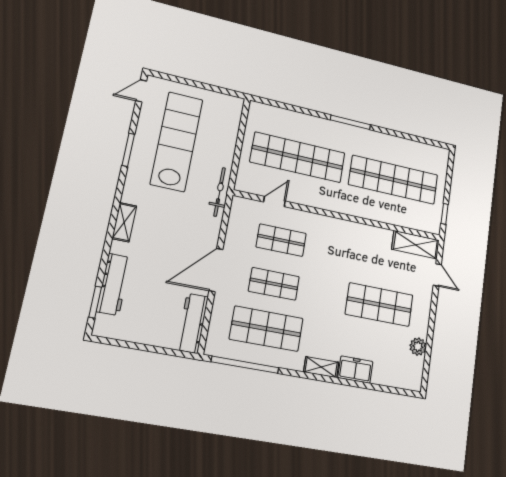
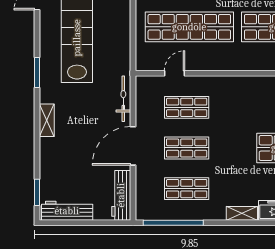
window: (128, 150) -> (37, 73), moved
bicycle: (220, 192) -> (123, 99), moved
workbench: (114, 284) -> (67, 211), moved, turned -90
shop shelf: (266, 329) -> (187, 189), width x0.70, depth x0.74

